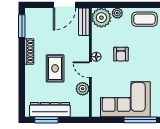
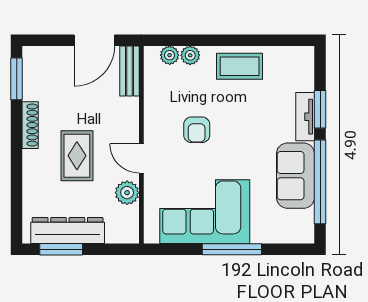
plant: (101, 18) -> (170, 55), width x0.53, depth x0.53
floor lamp: (96, 57) -> (152, 134), removed

